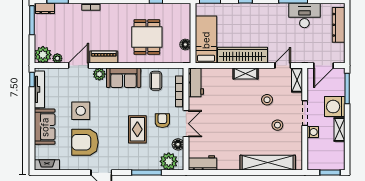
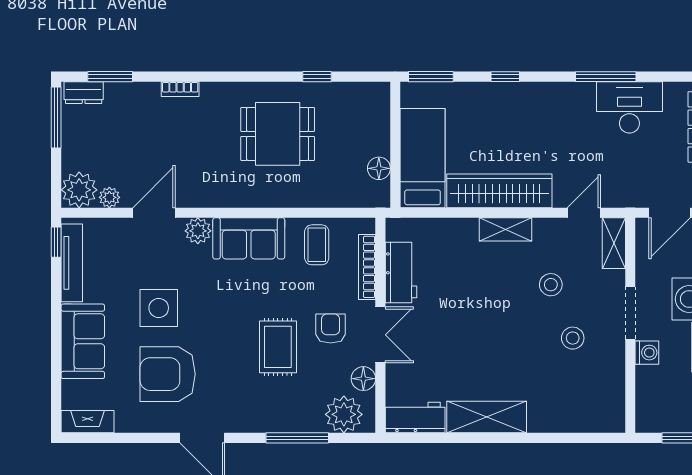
dining table: (147, 37) -> (278, 134), moved, turned 90
piano: (104, 57) -> (207, 195), removed
workbench: (196, 82) -> (401, 272), moved
shelving: (268, 163) -> (487, 417), moved, width x0.68

